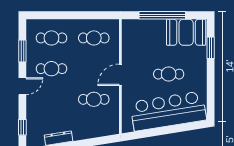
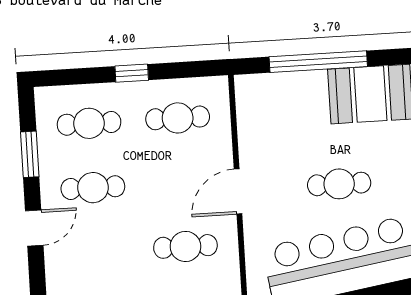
window: (73, 15) -> (132, 73), added

